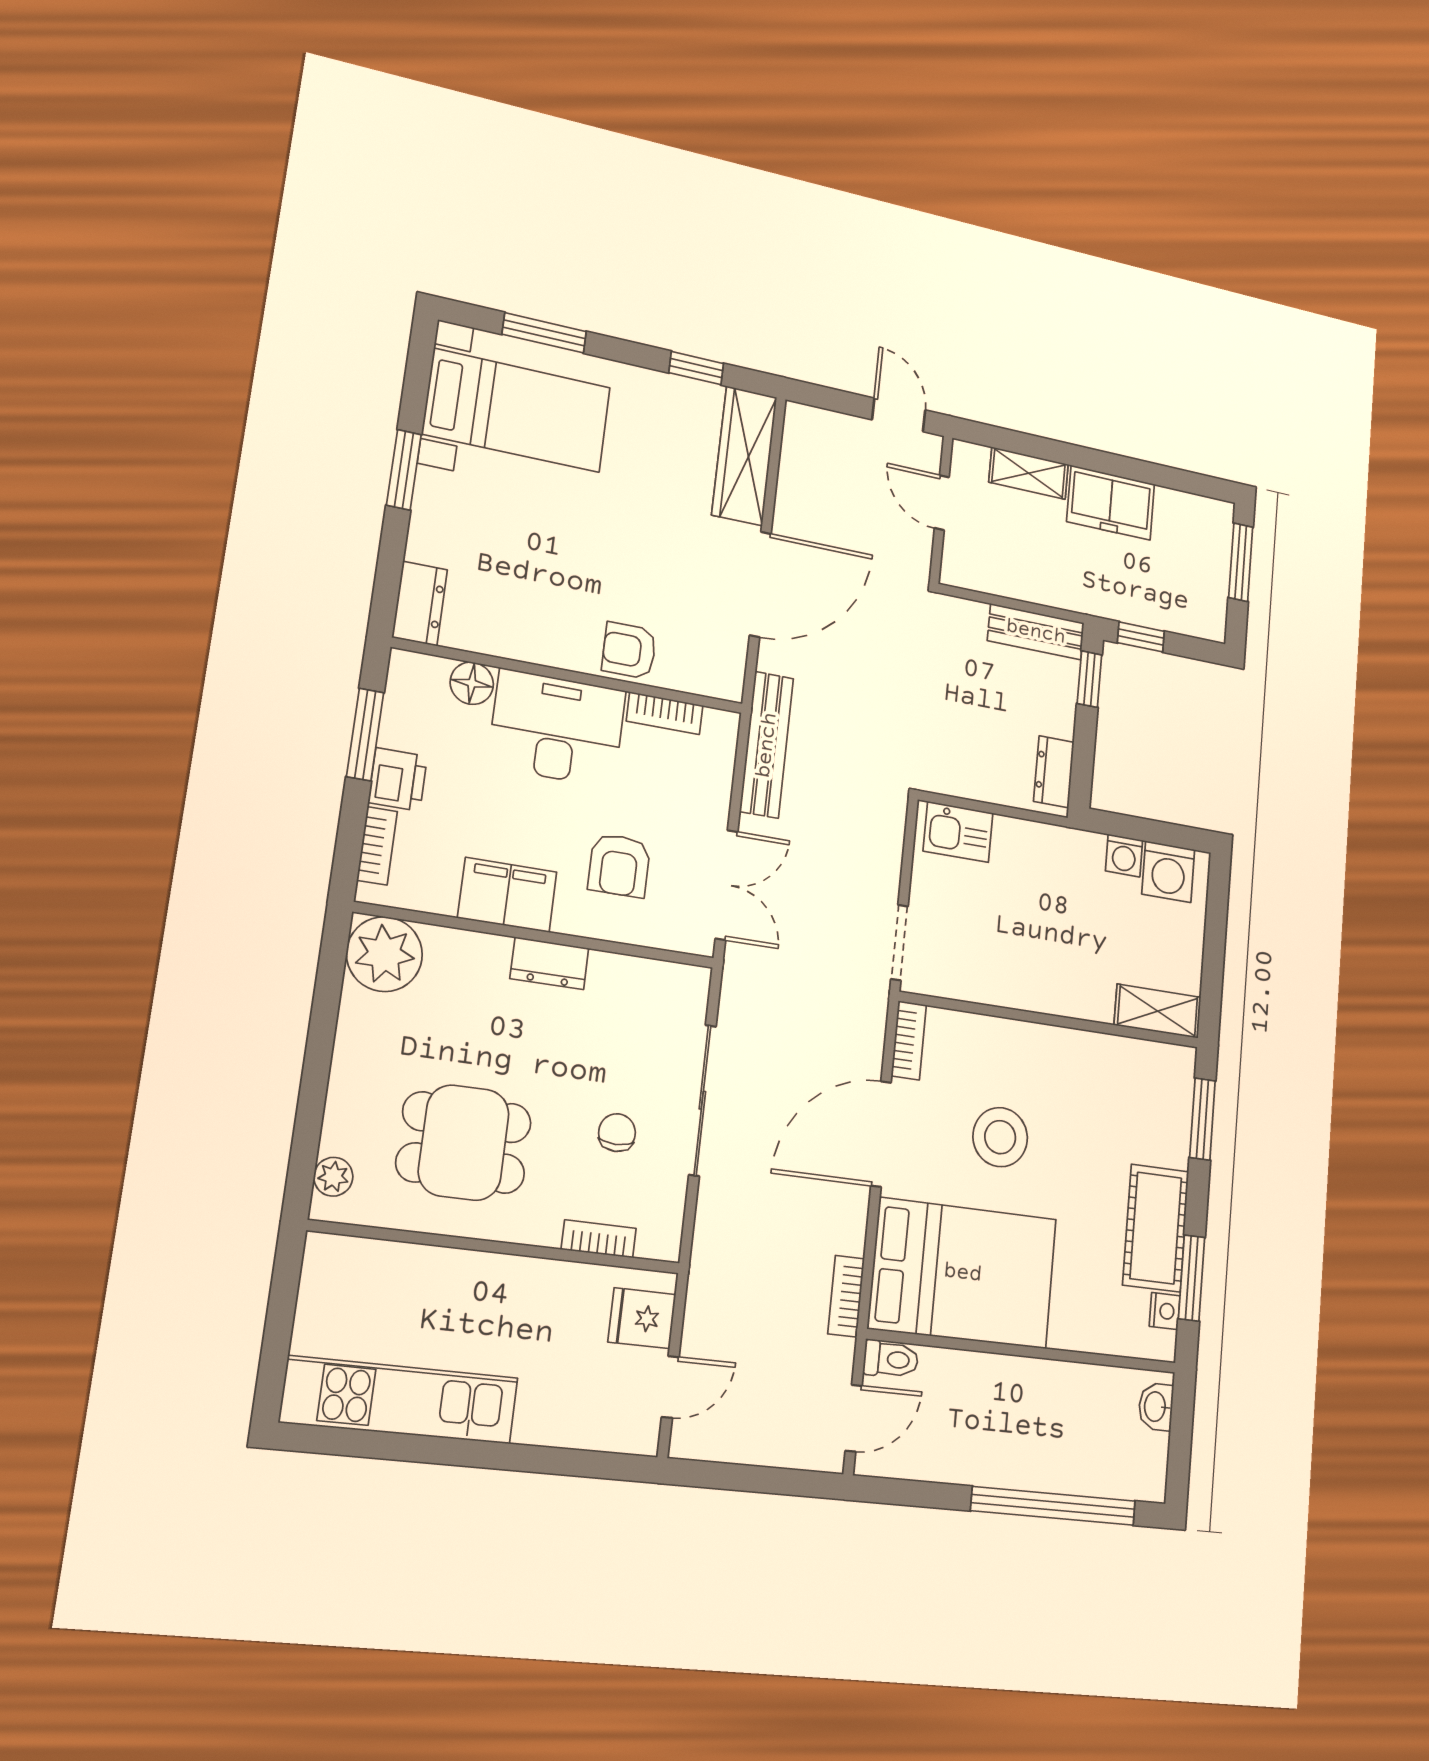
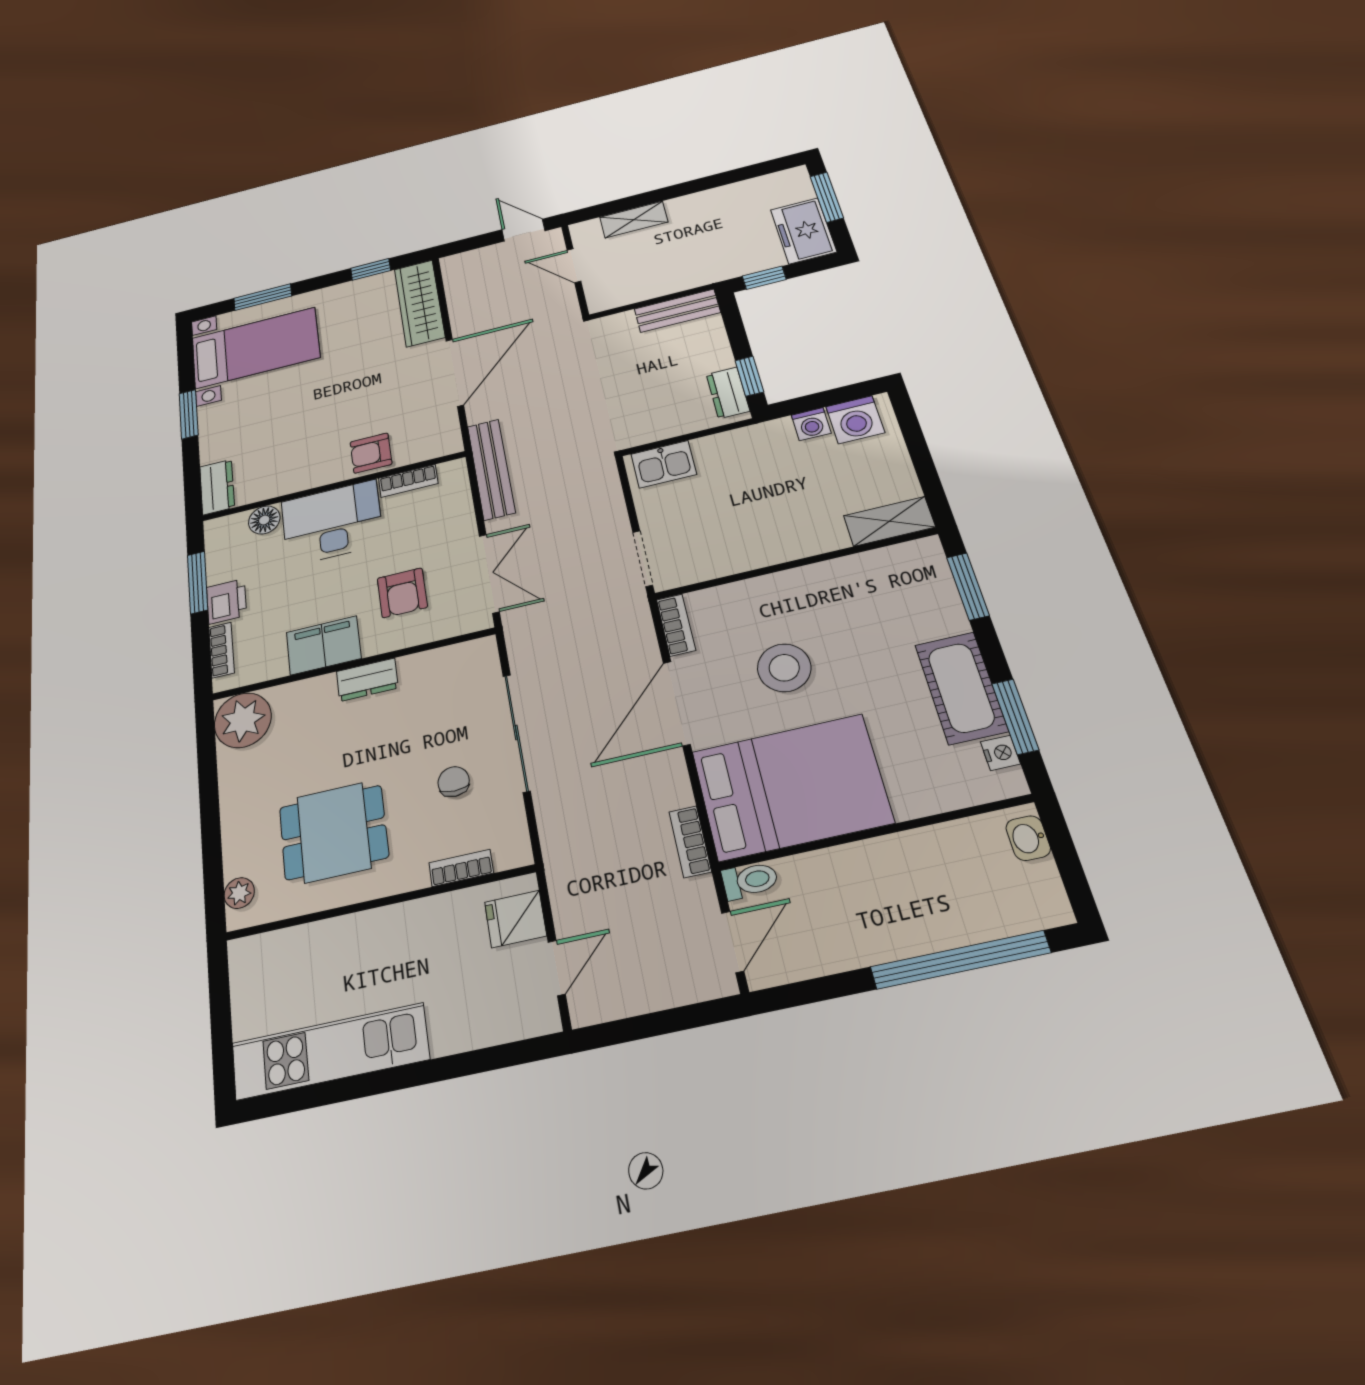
freezer: (1111, 503) -> (803, 231), moved, turned 90
window: (1089, 679) -> (749, 376), moved

